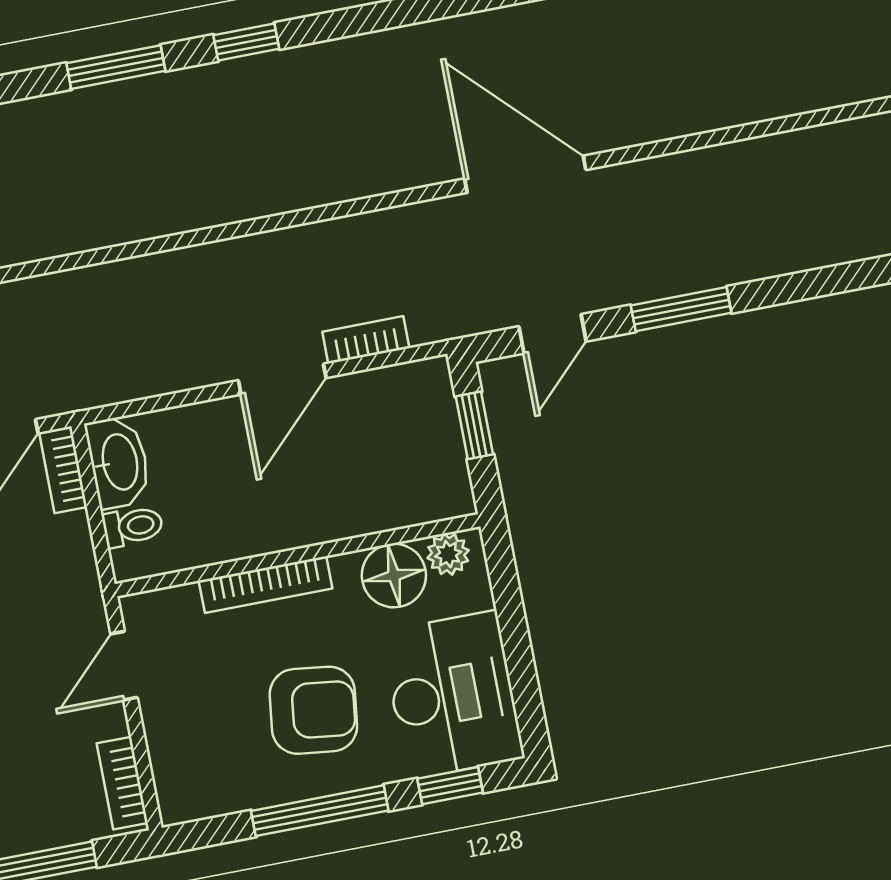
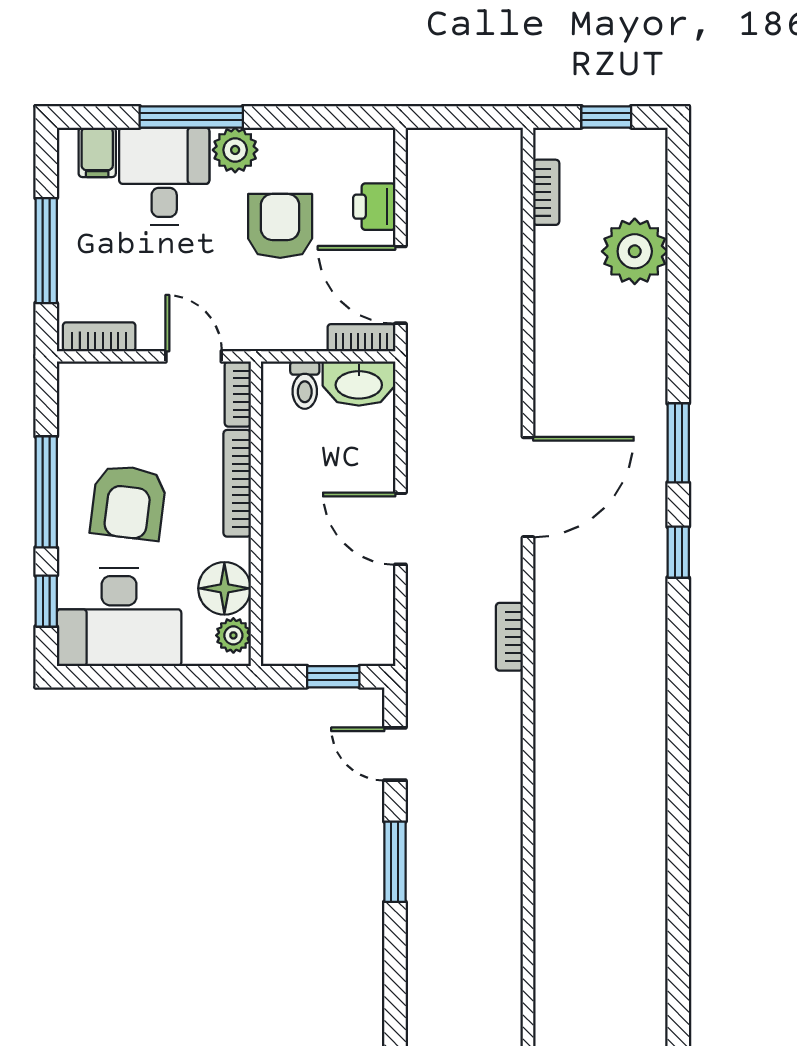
door: (525, 174) -> (528, 487), moved
bookcase: (366, 340) -> (509, 637), moved, turned 180
bookcase: (159, 604) -> (238, 394), added

